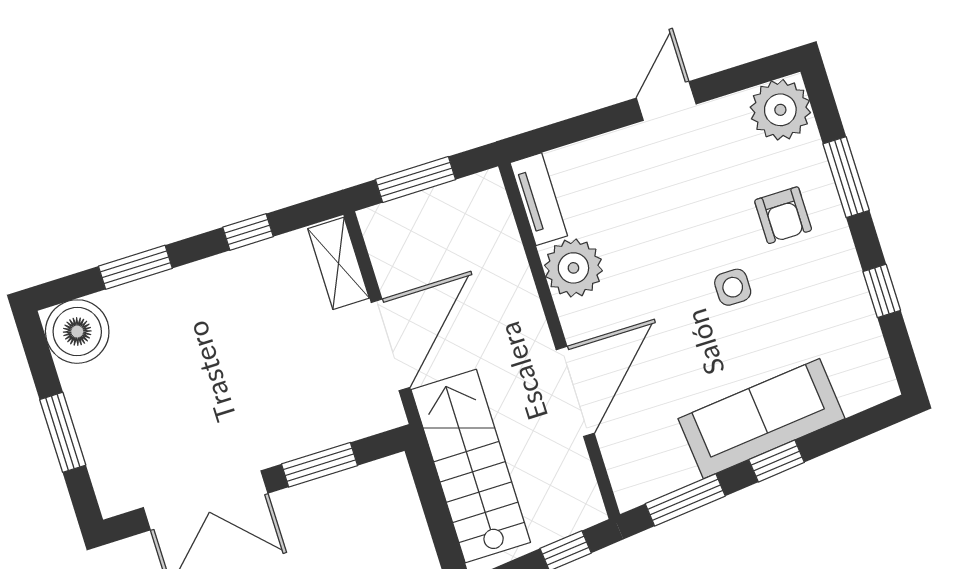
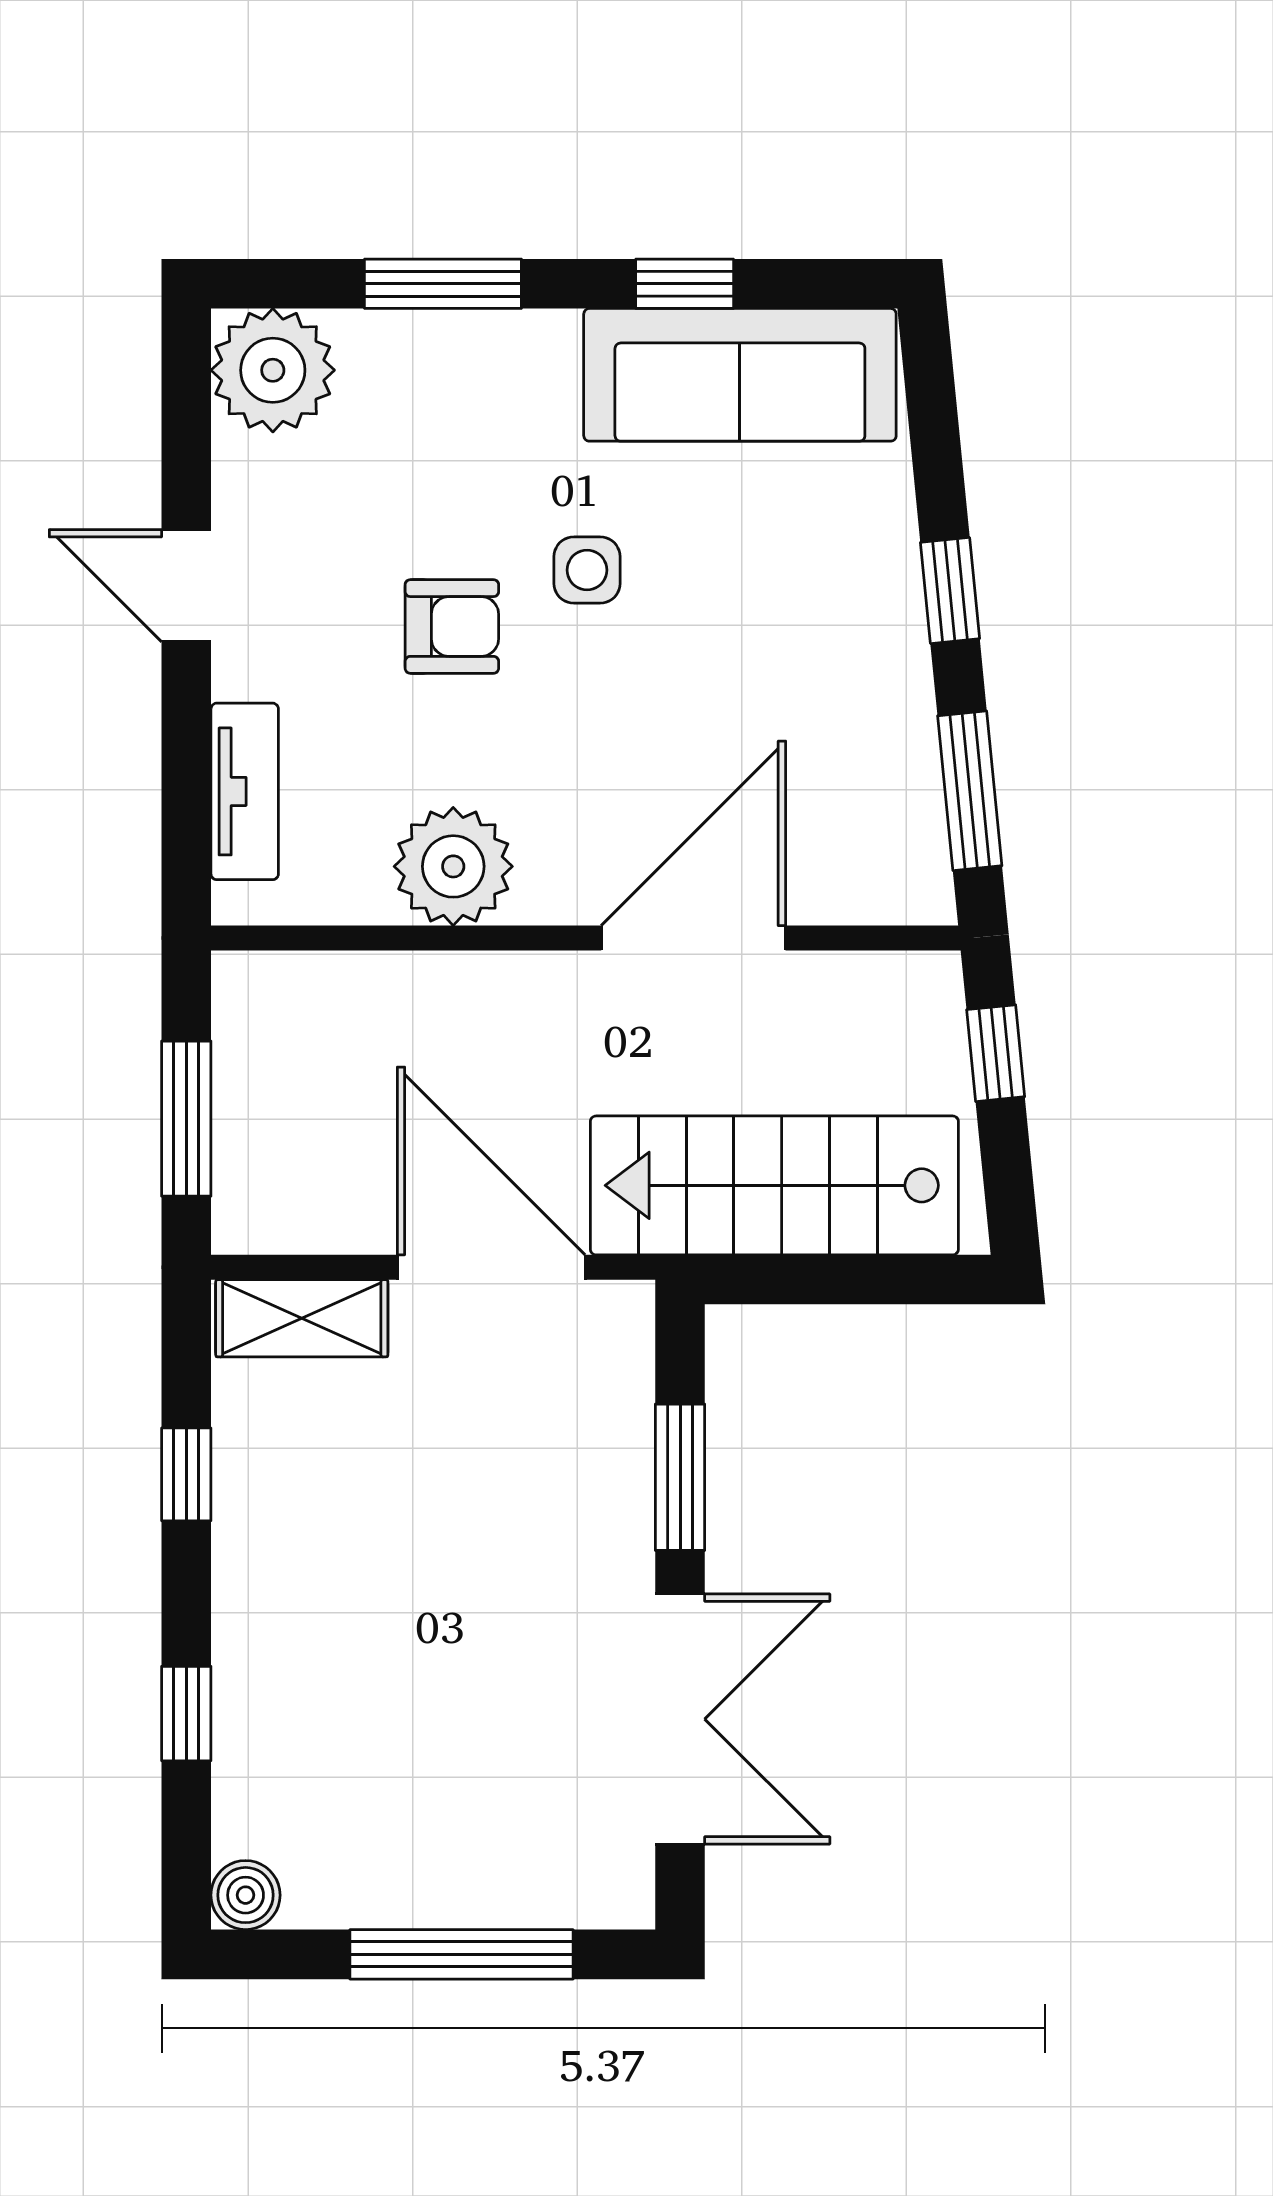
tv unit: (539, 199) -> (245, 791), moved, turned 90
armchair: (783, 215) -> (452, 626), moved
window: (135, 267) -> (186, 1714), width x0.67
boiler: (77, 332) -> (246, 1895), width x0.54, depth x0.54
door: (575, 391) -> (693, 938), hinge flipped
sofa: (761, 419) -> (740, 375), moved, turned -84
window: (63, 432) -> (462, 1954), width x1.44

